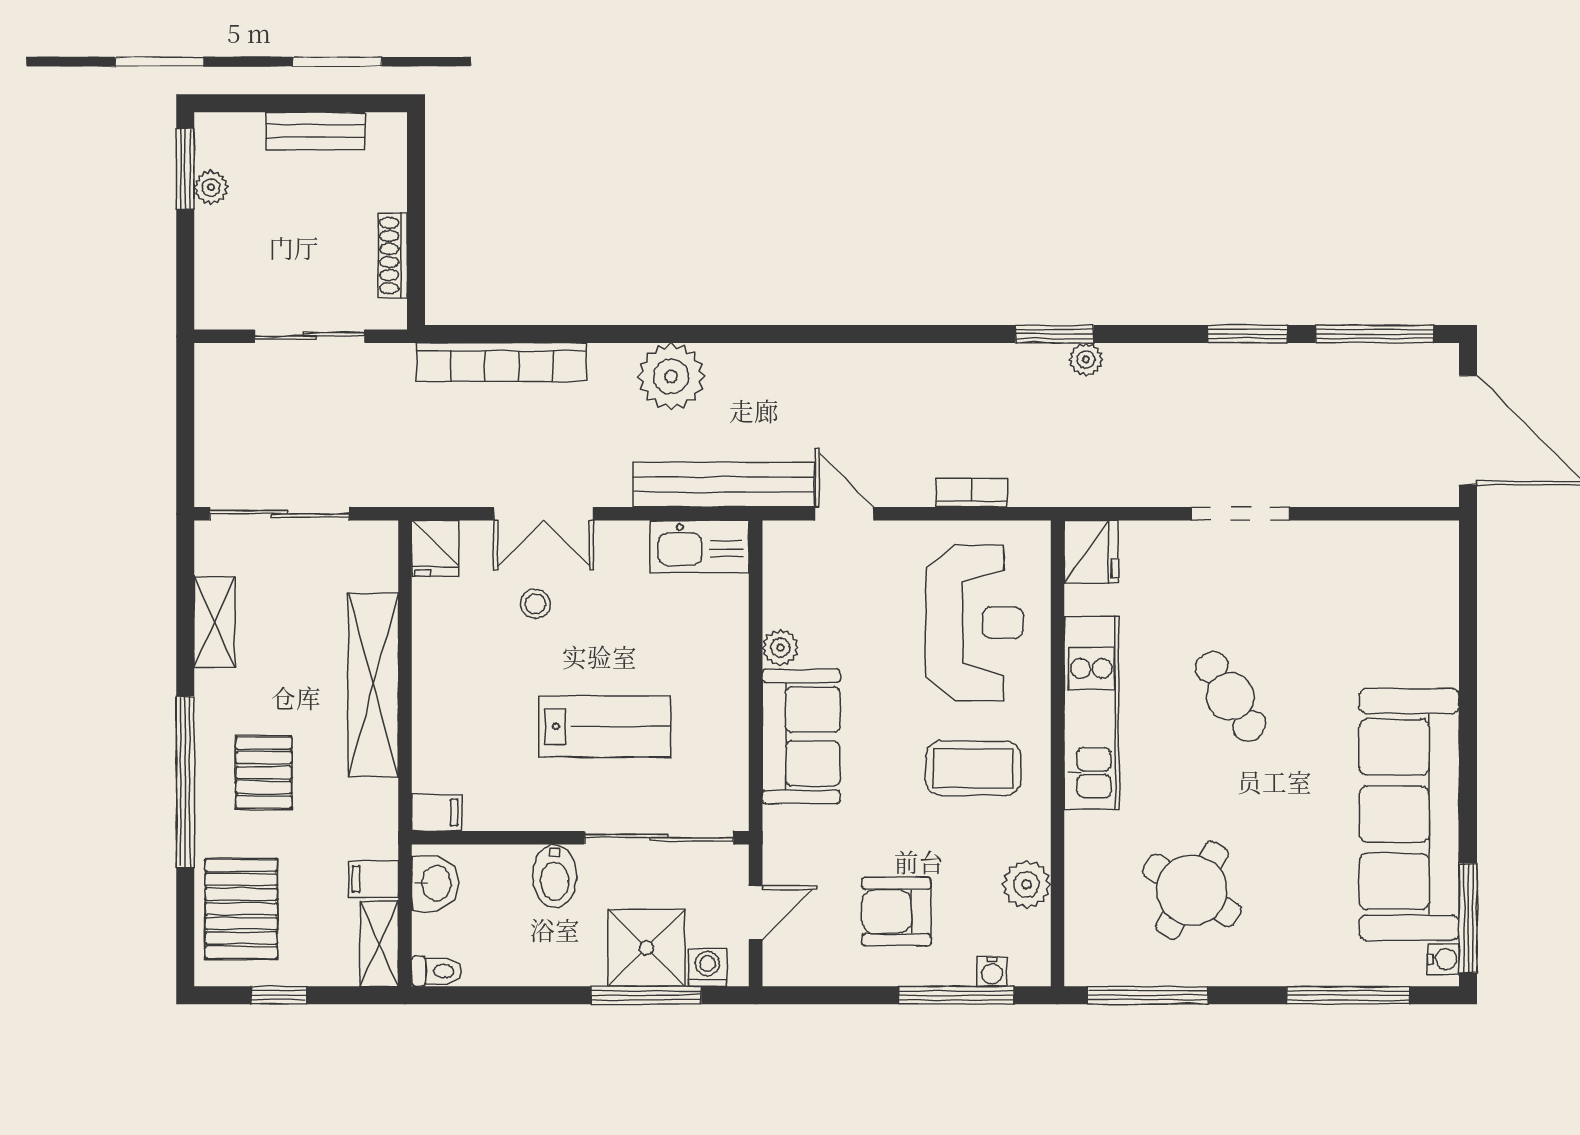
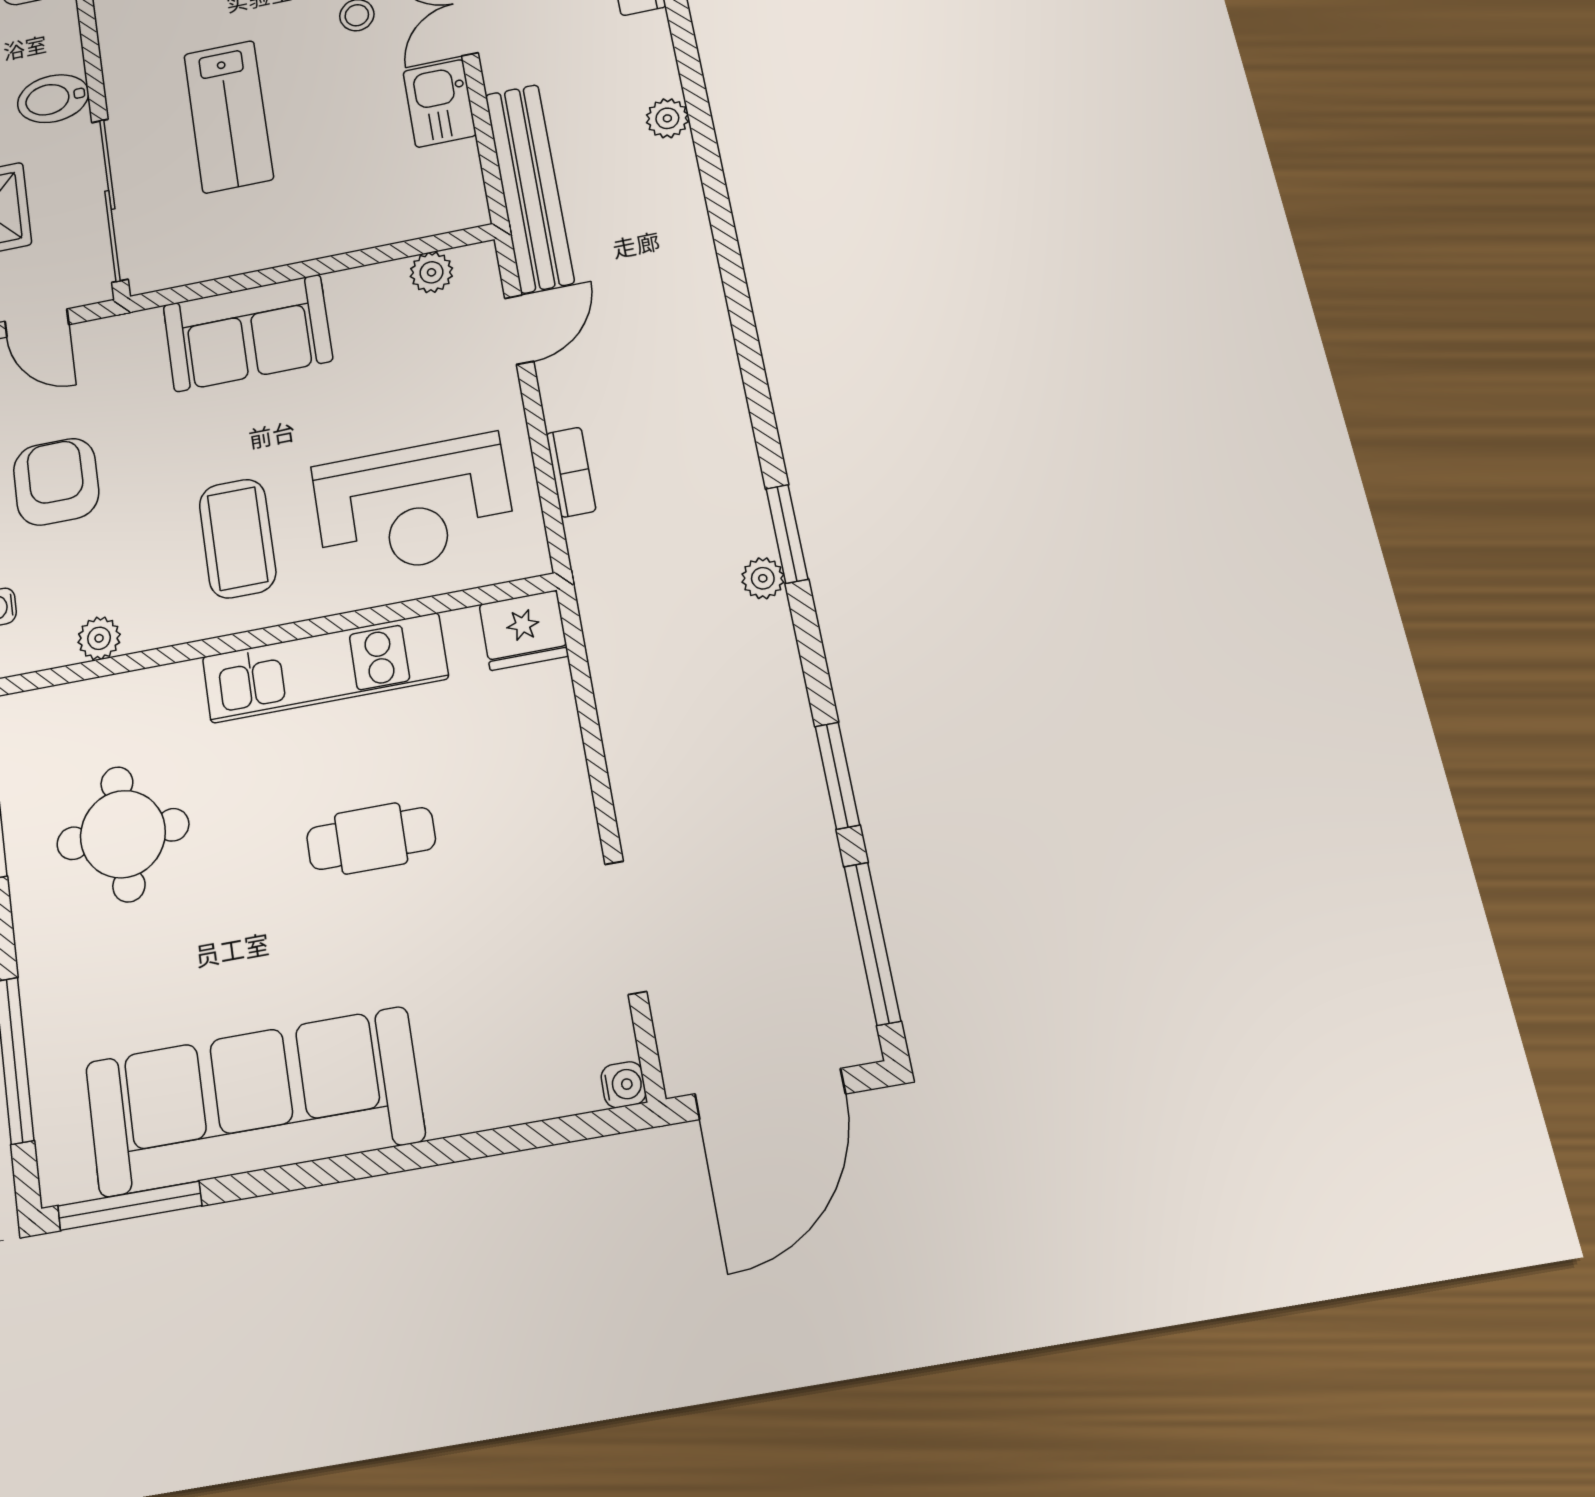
plant: (671, 376) -> (667, 118), width x0.53, depth x0.53
doorway: (1240, 514) -> (626, 927), moved
kitchen sink: (700, 546) -> (440, 103), moved, width x0.73
plant: (780, 648) -> (431, 272), moved
cafe table: (1230, 696) -> (371, 838), turned 33
plant: (1027, 885) -> (99, 638), width x0.73, depth x0.73
round table: (1192, 890) -> (123, 834), turned -32
water cooler: (1444, 959) -> (624, 1085), moved, turned -90

